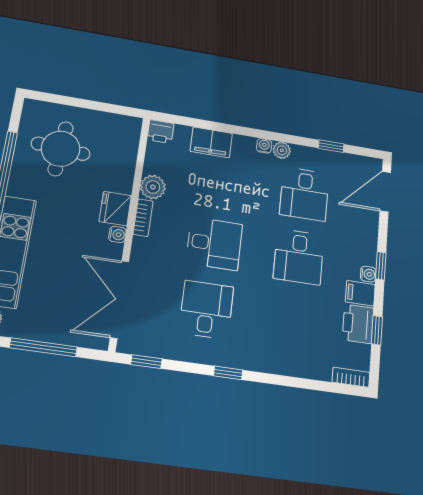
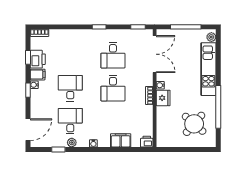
round table: (61, 149) -> (194, 124), turned 37
plant: (282, 150) -> (72, 143), moved
plant: (153, 187) -> (147, 112), removed
desk: (214, 244) -> (113, 88), turned -90

